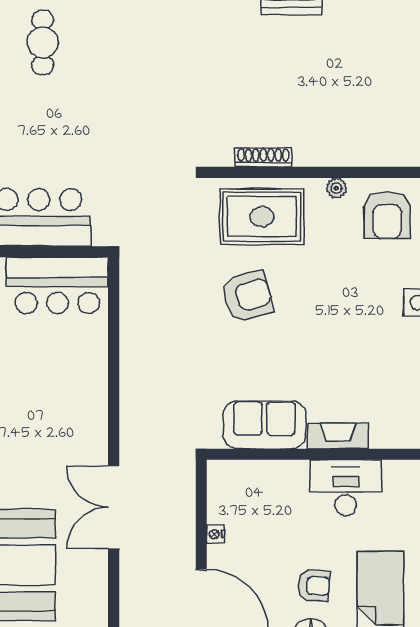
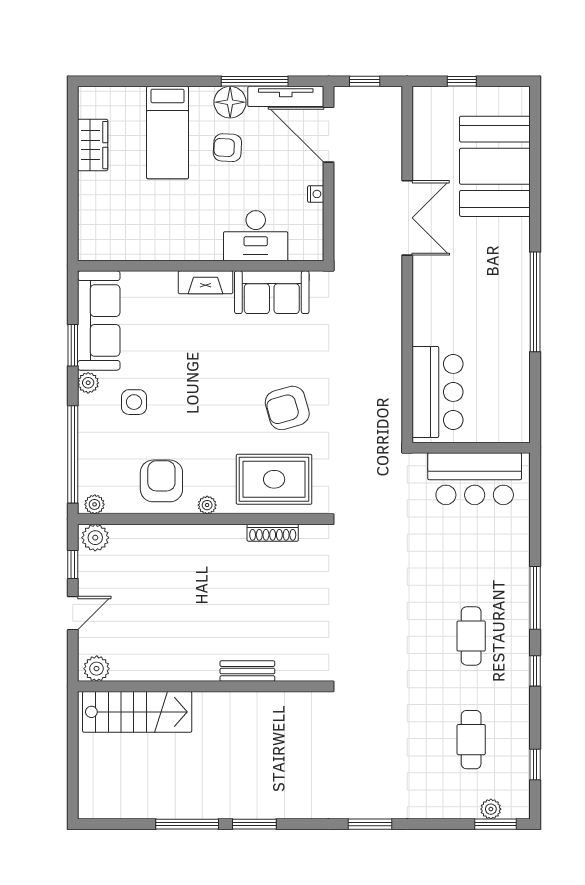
bar counter: (57, 285) -> (438, 392), moved, turned 90
desk: (346, 488) -> (256, 236), moved

